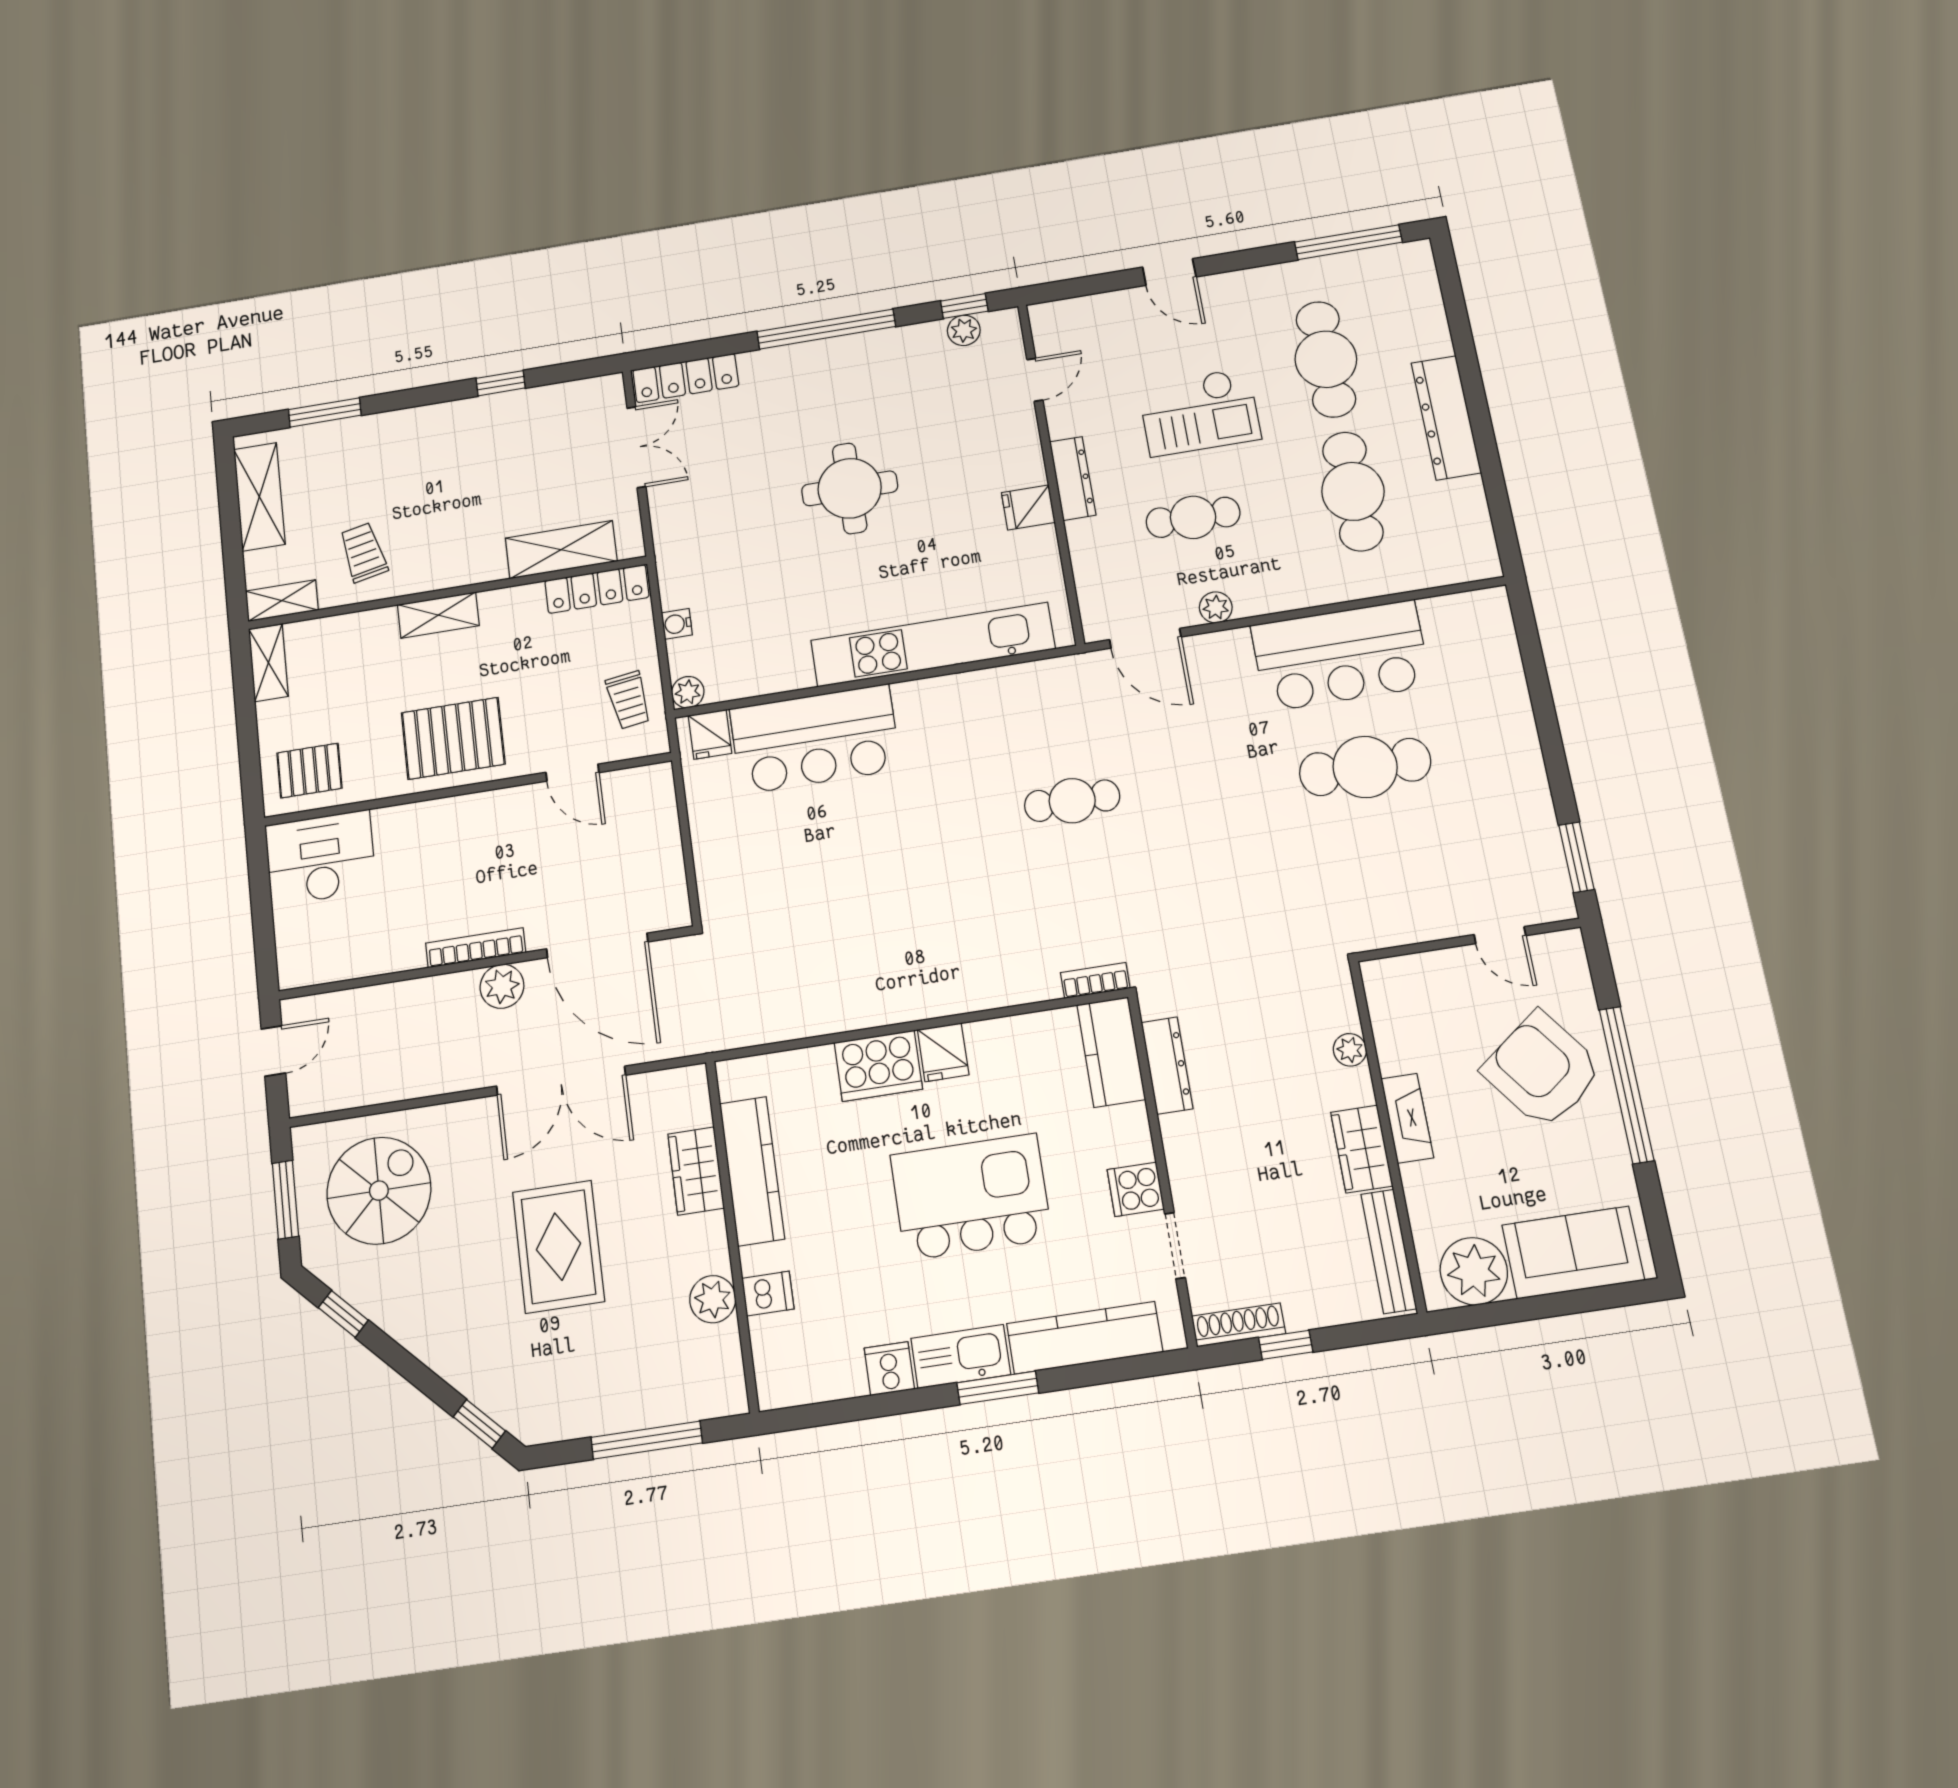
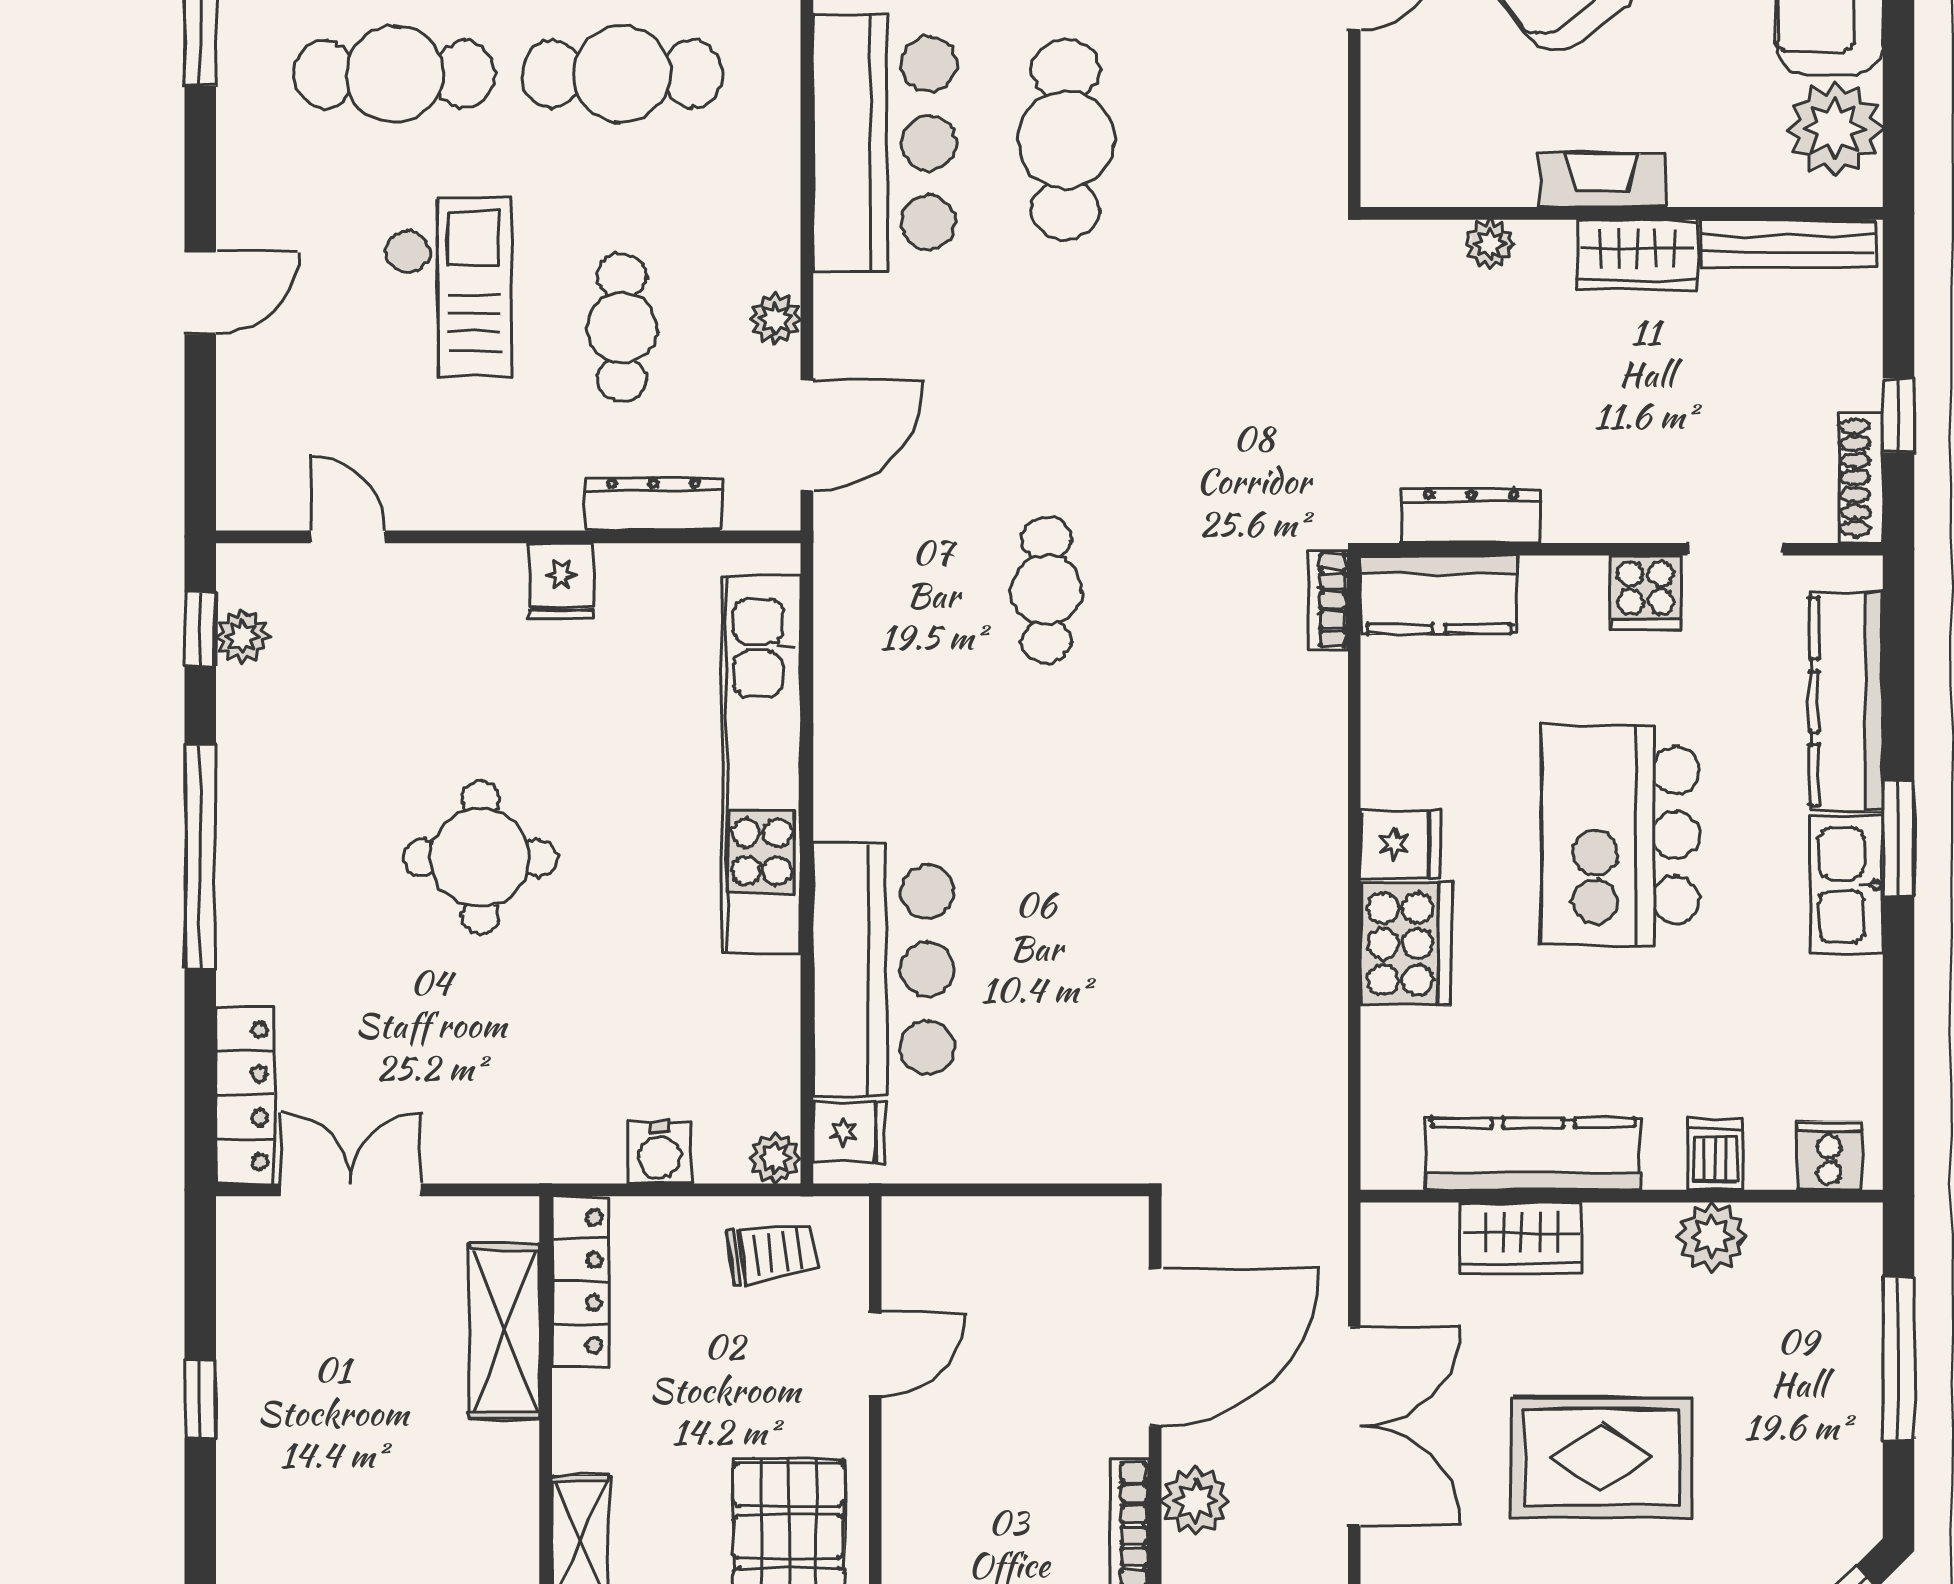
dresser: (1073, 478) -> (653, 504), moved
water cooler: (677, 624) -> (660, 1153), width x1.38, depth x1.38
cooker: (889, 1369) -> (1829, 1156), moved, turned 90

